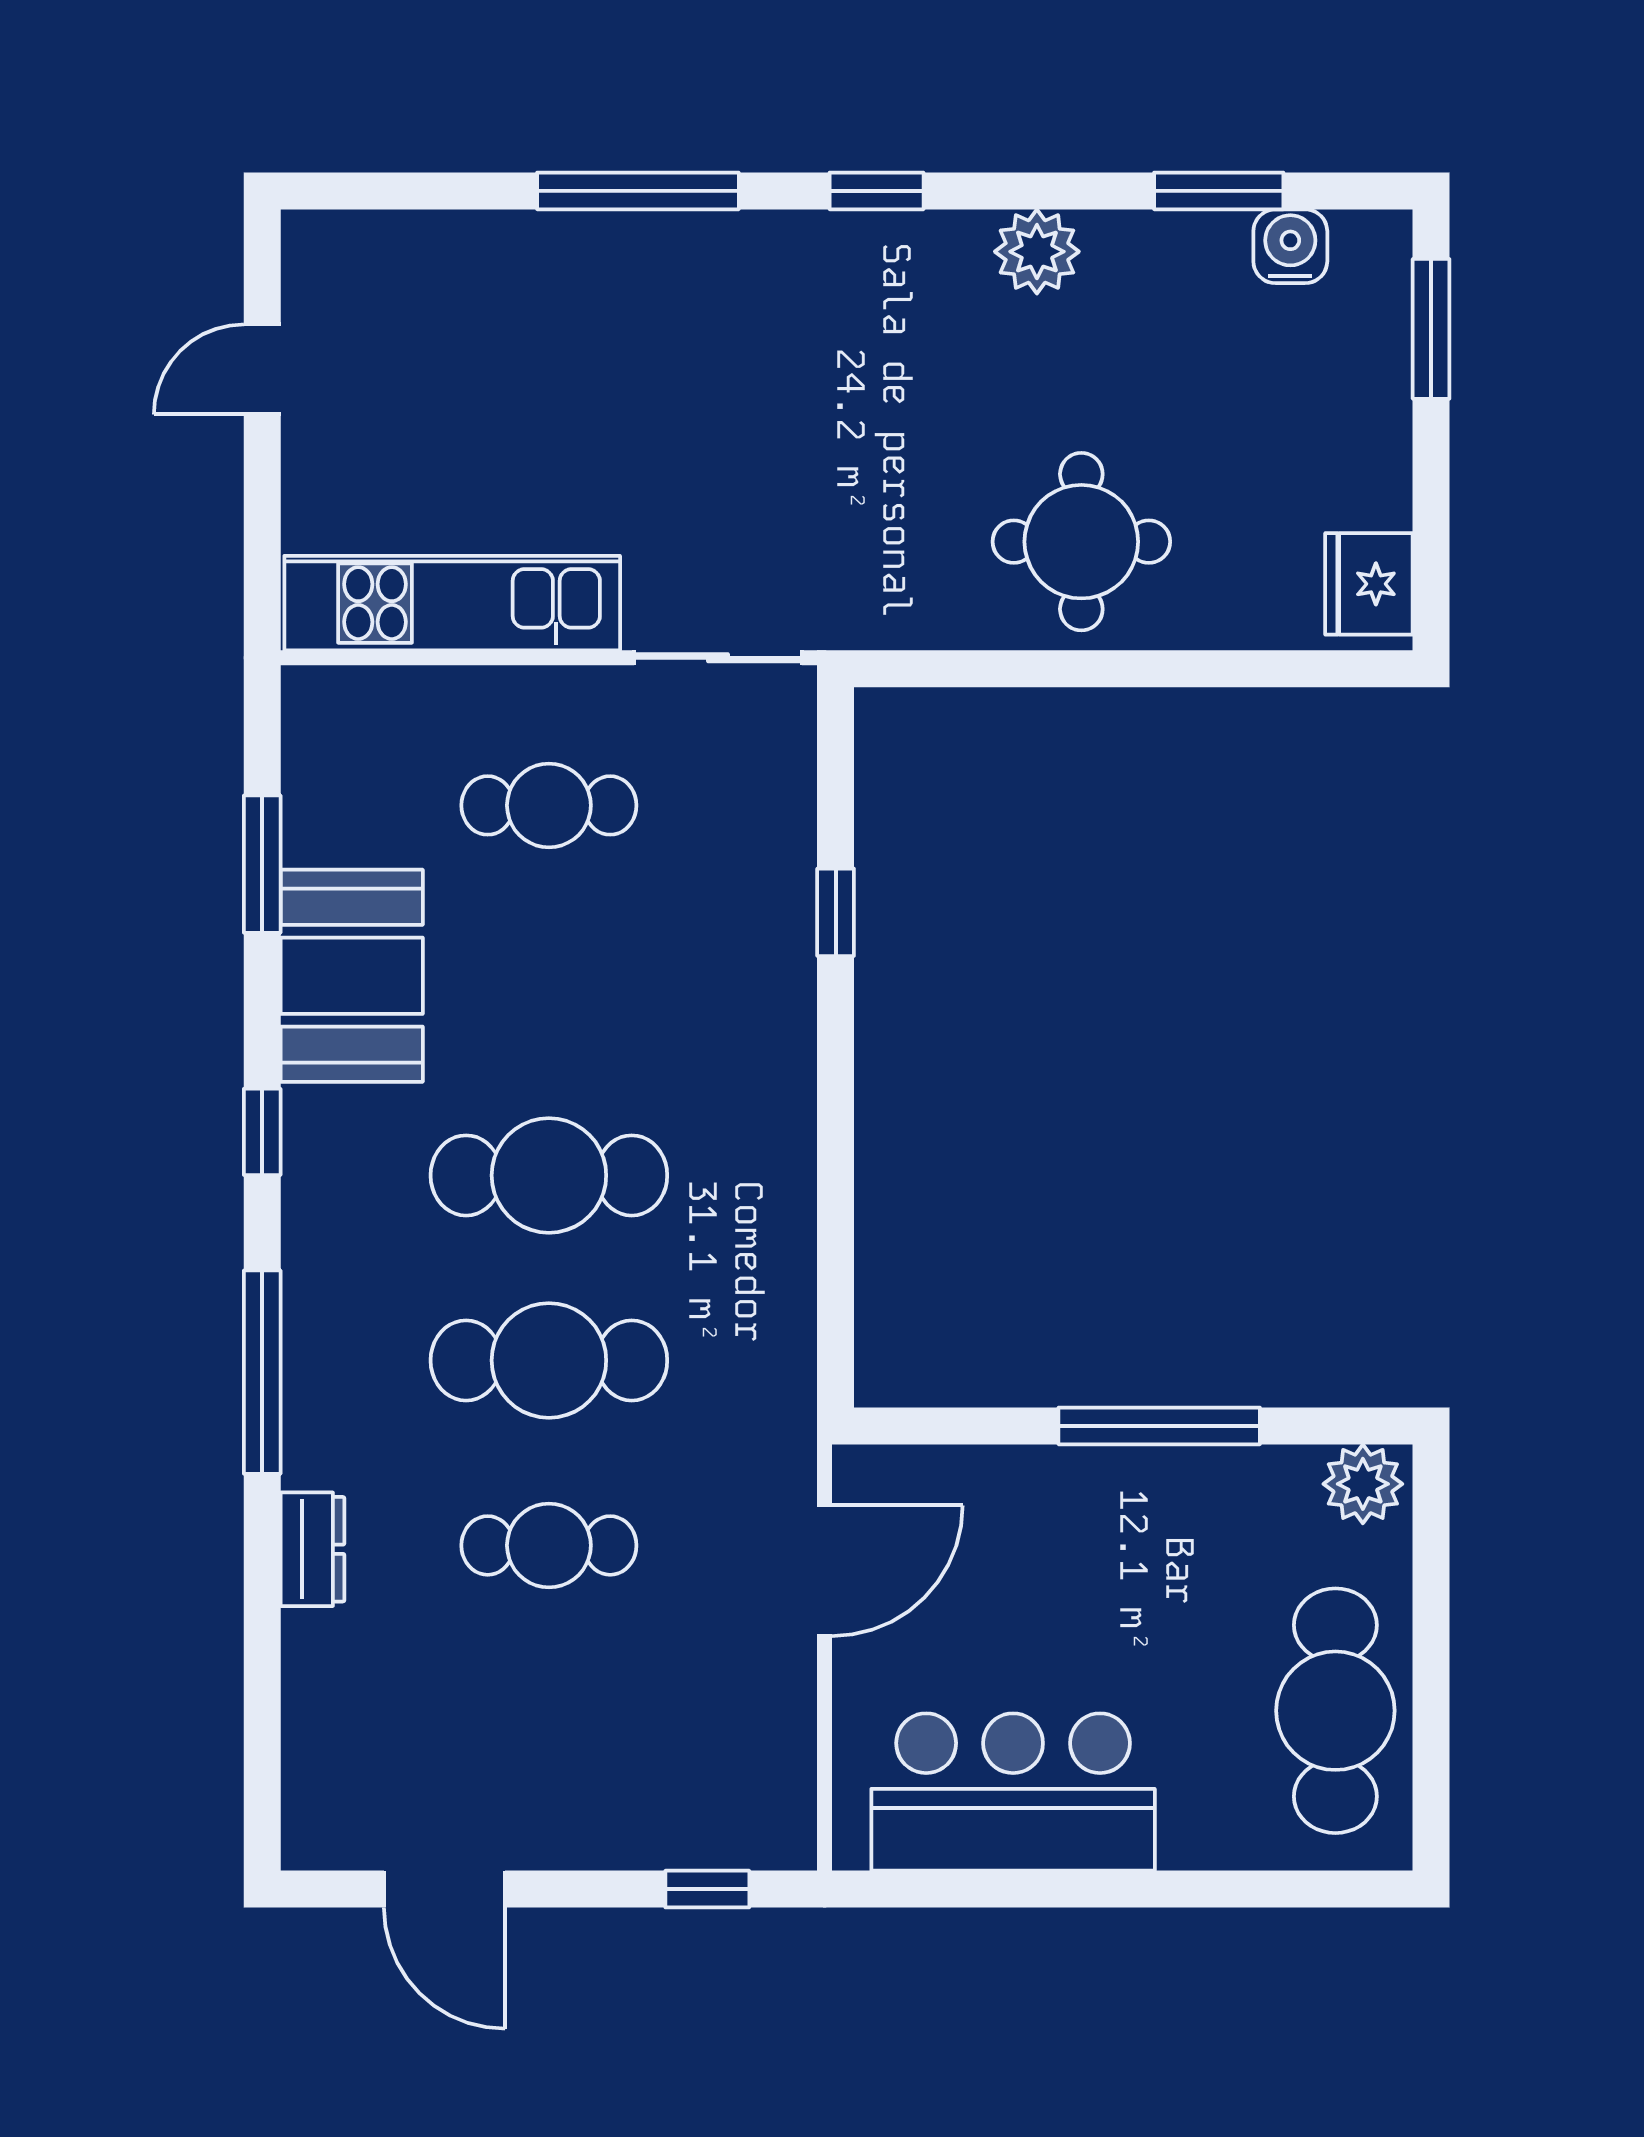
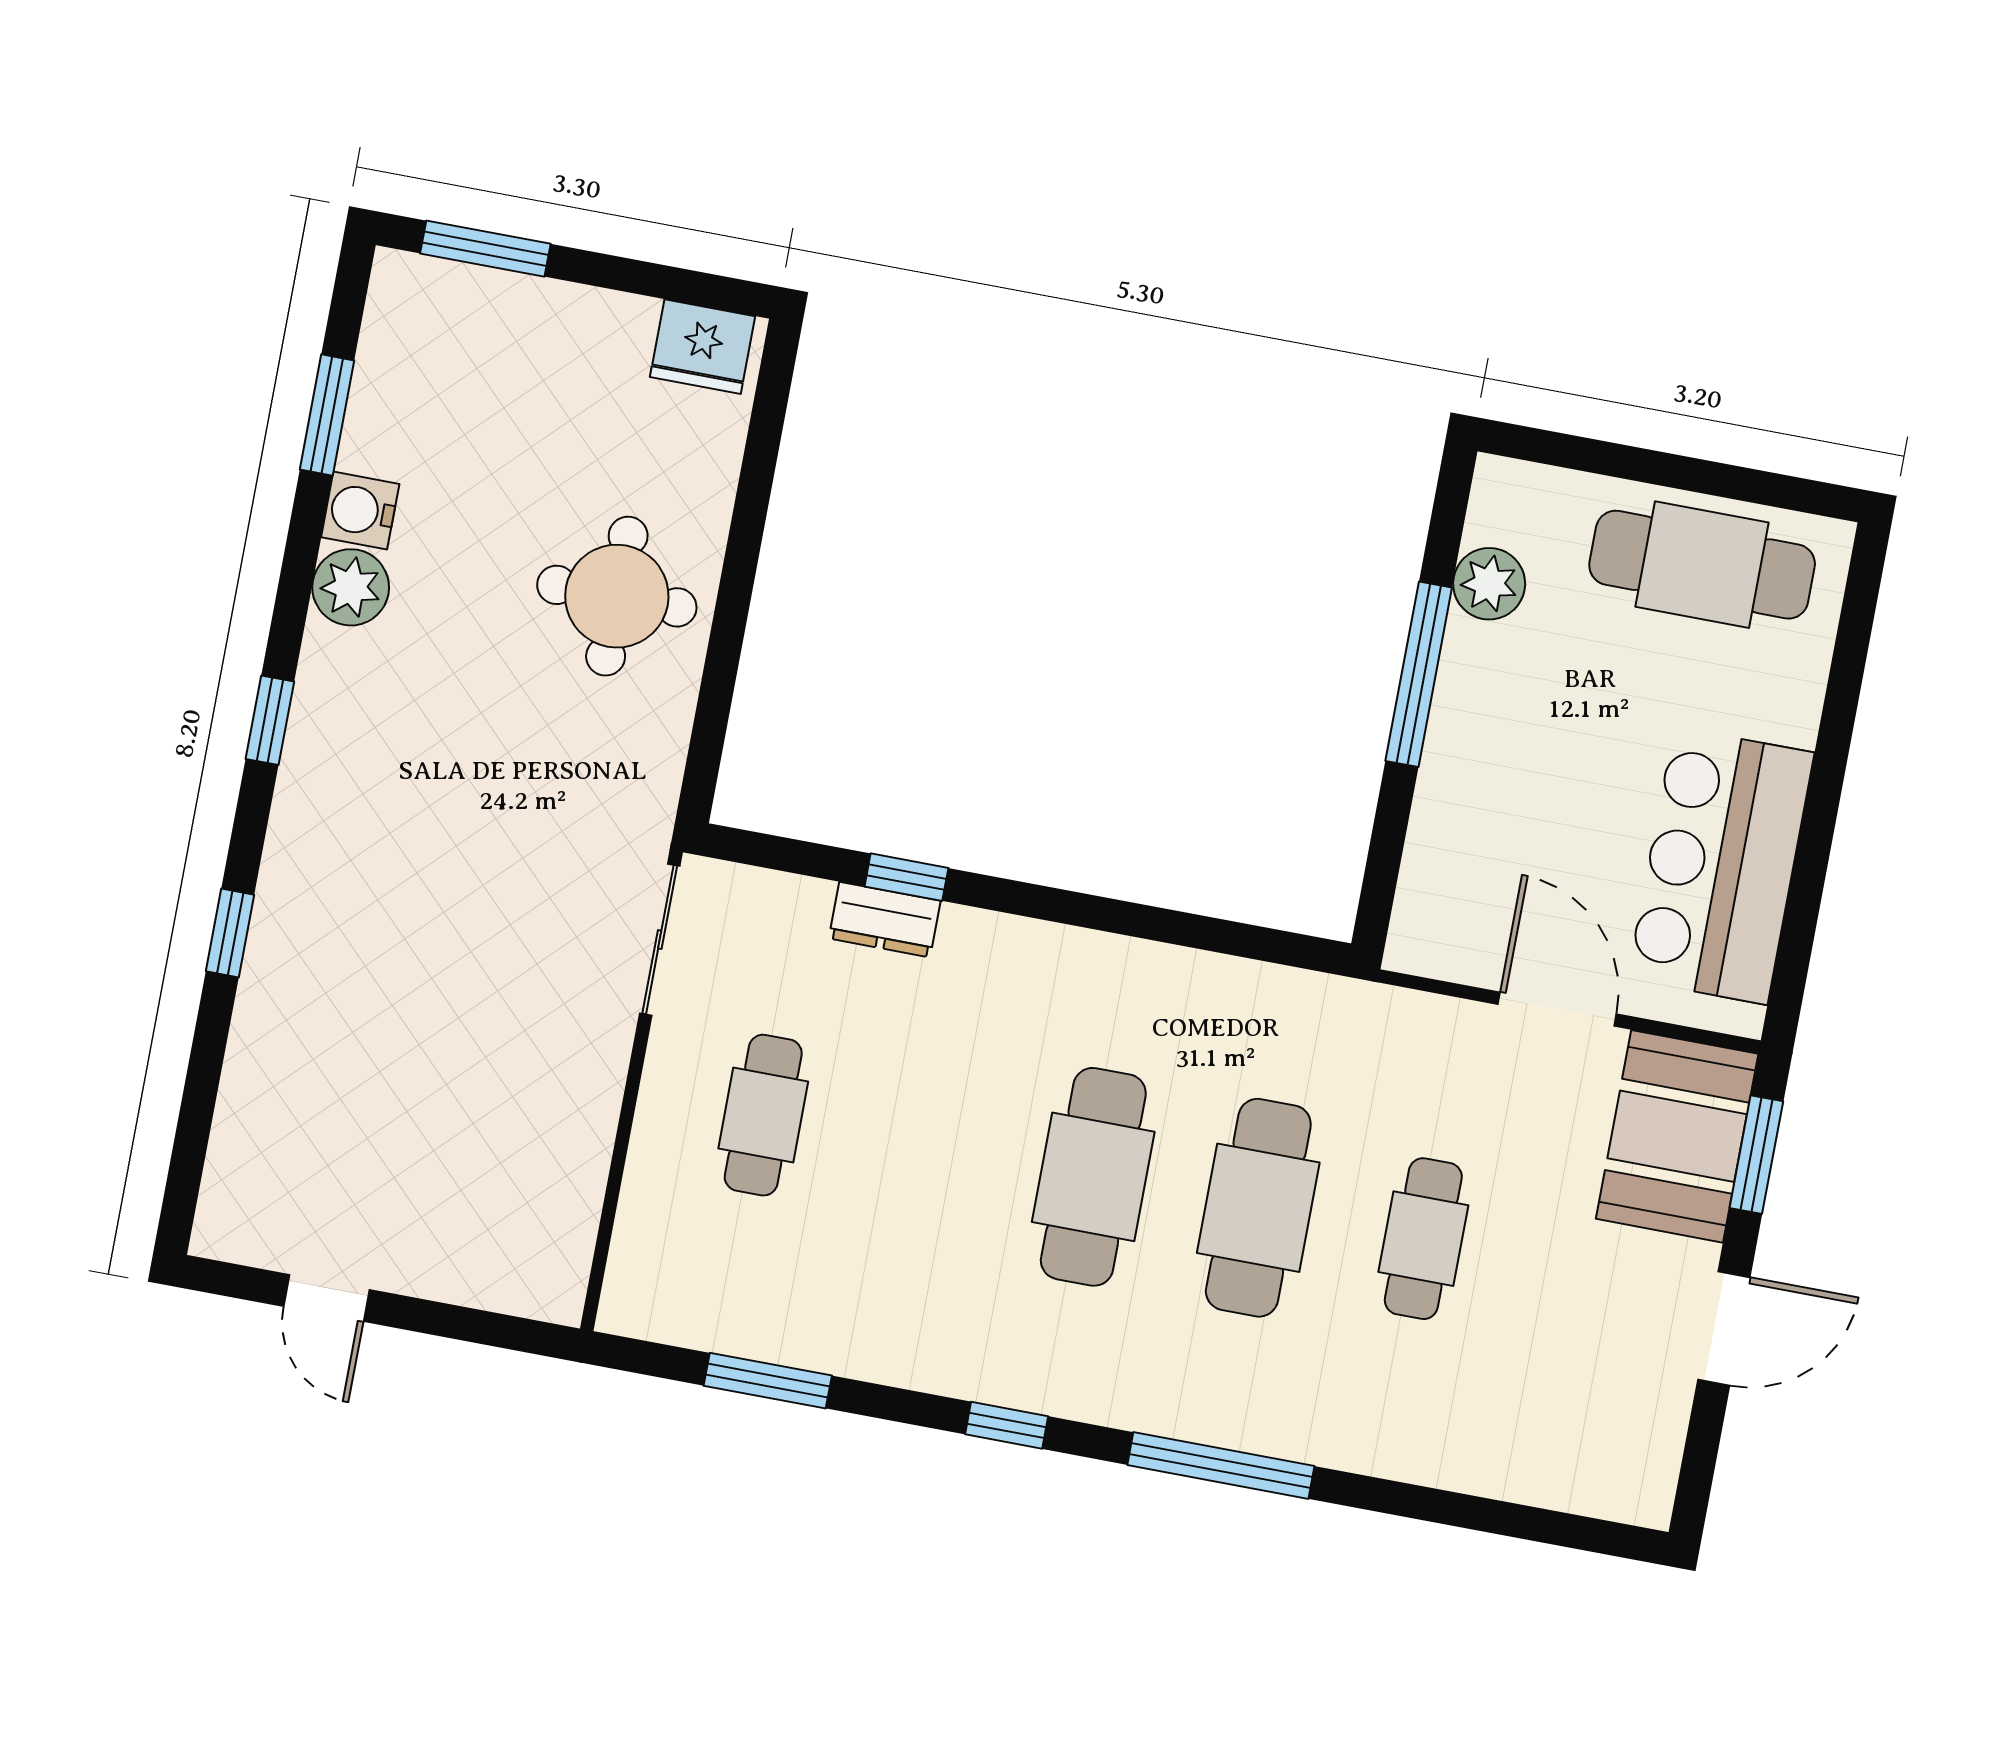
window: (638, 191) -> (230, 933), width x0.46
water cooler: (1290, 246) -> (360, 511), moved
kitchen unit: (452, 603) -> (567, 1168), removed
booth: (352, 976) -> (1677, 1136), moved, turned 90
plant: (1363, 1484) -> (1489, 584), moved
dresser: (313, 1549) -> (885, 920), moved, turned 180
door: (825, 1571) -> (1557, 1009), moved
door: (444, 1889) -> (1724, 1328), moved
window: (707, 1889) -> (1756, 1155), width x1.50

